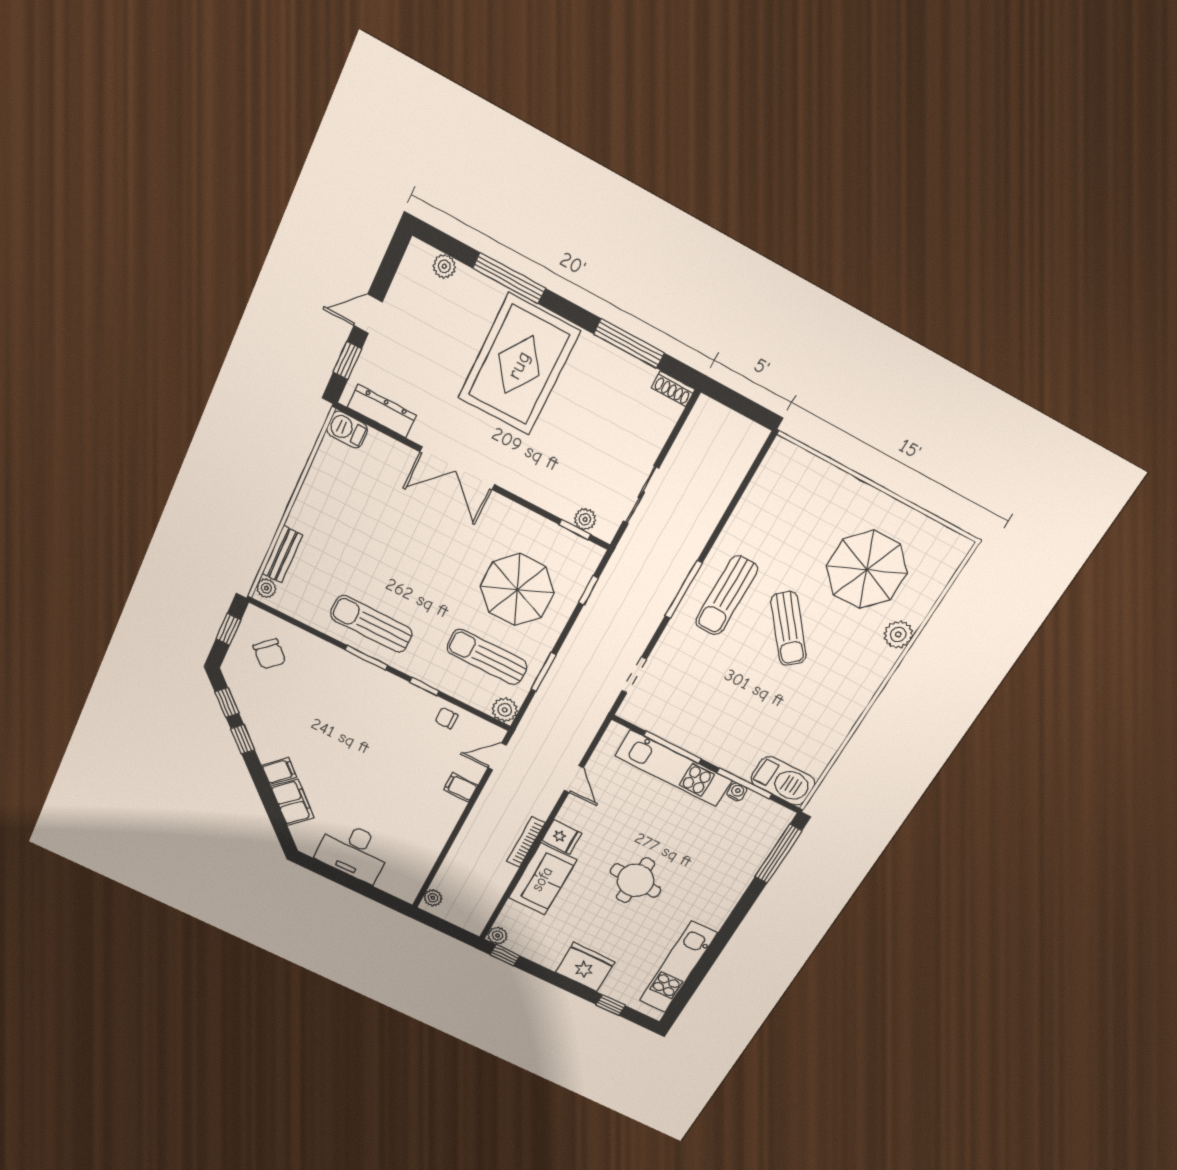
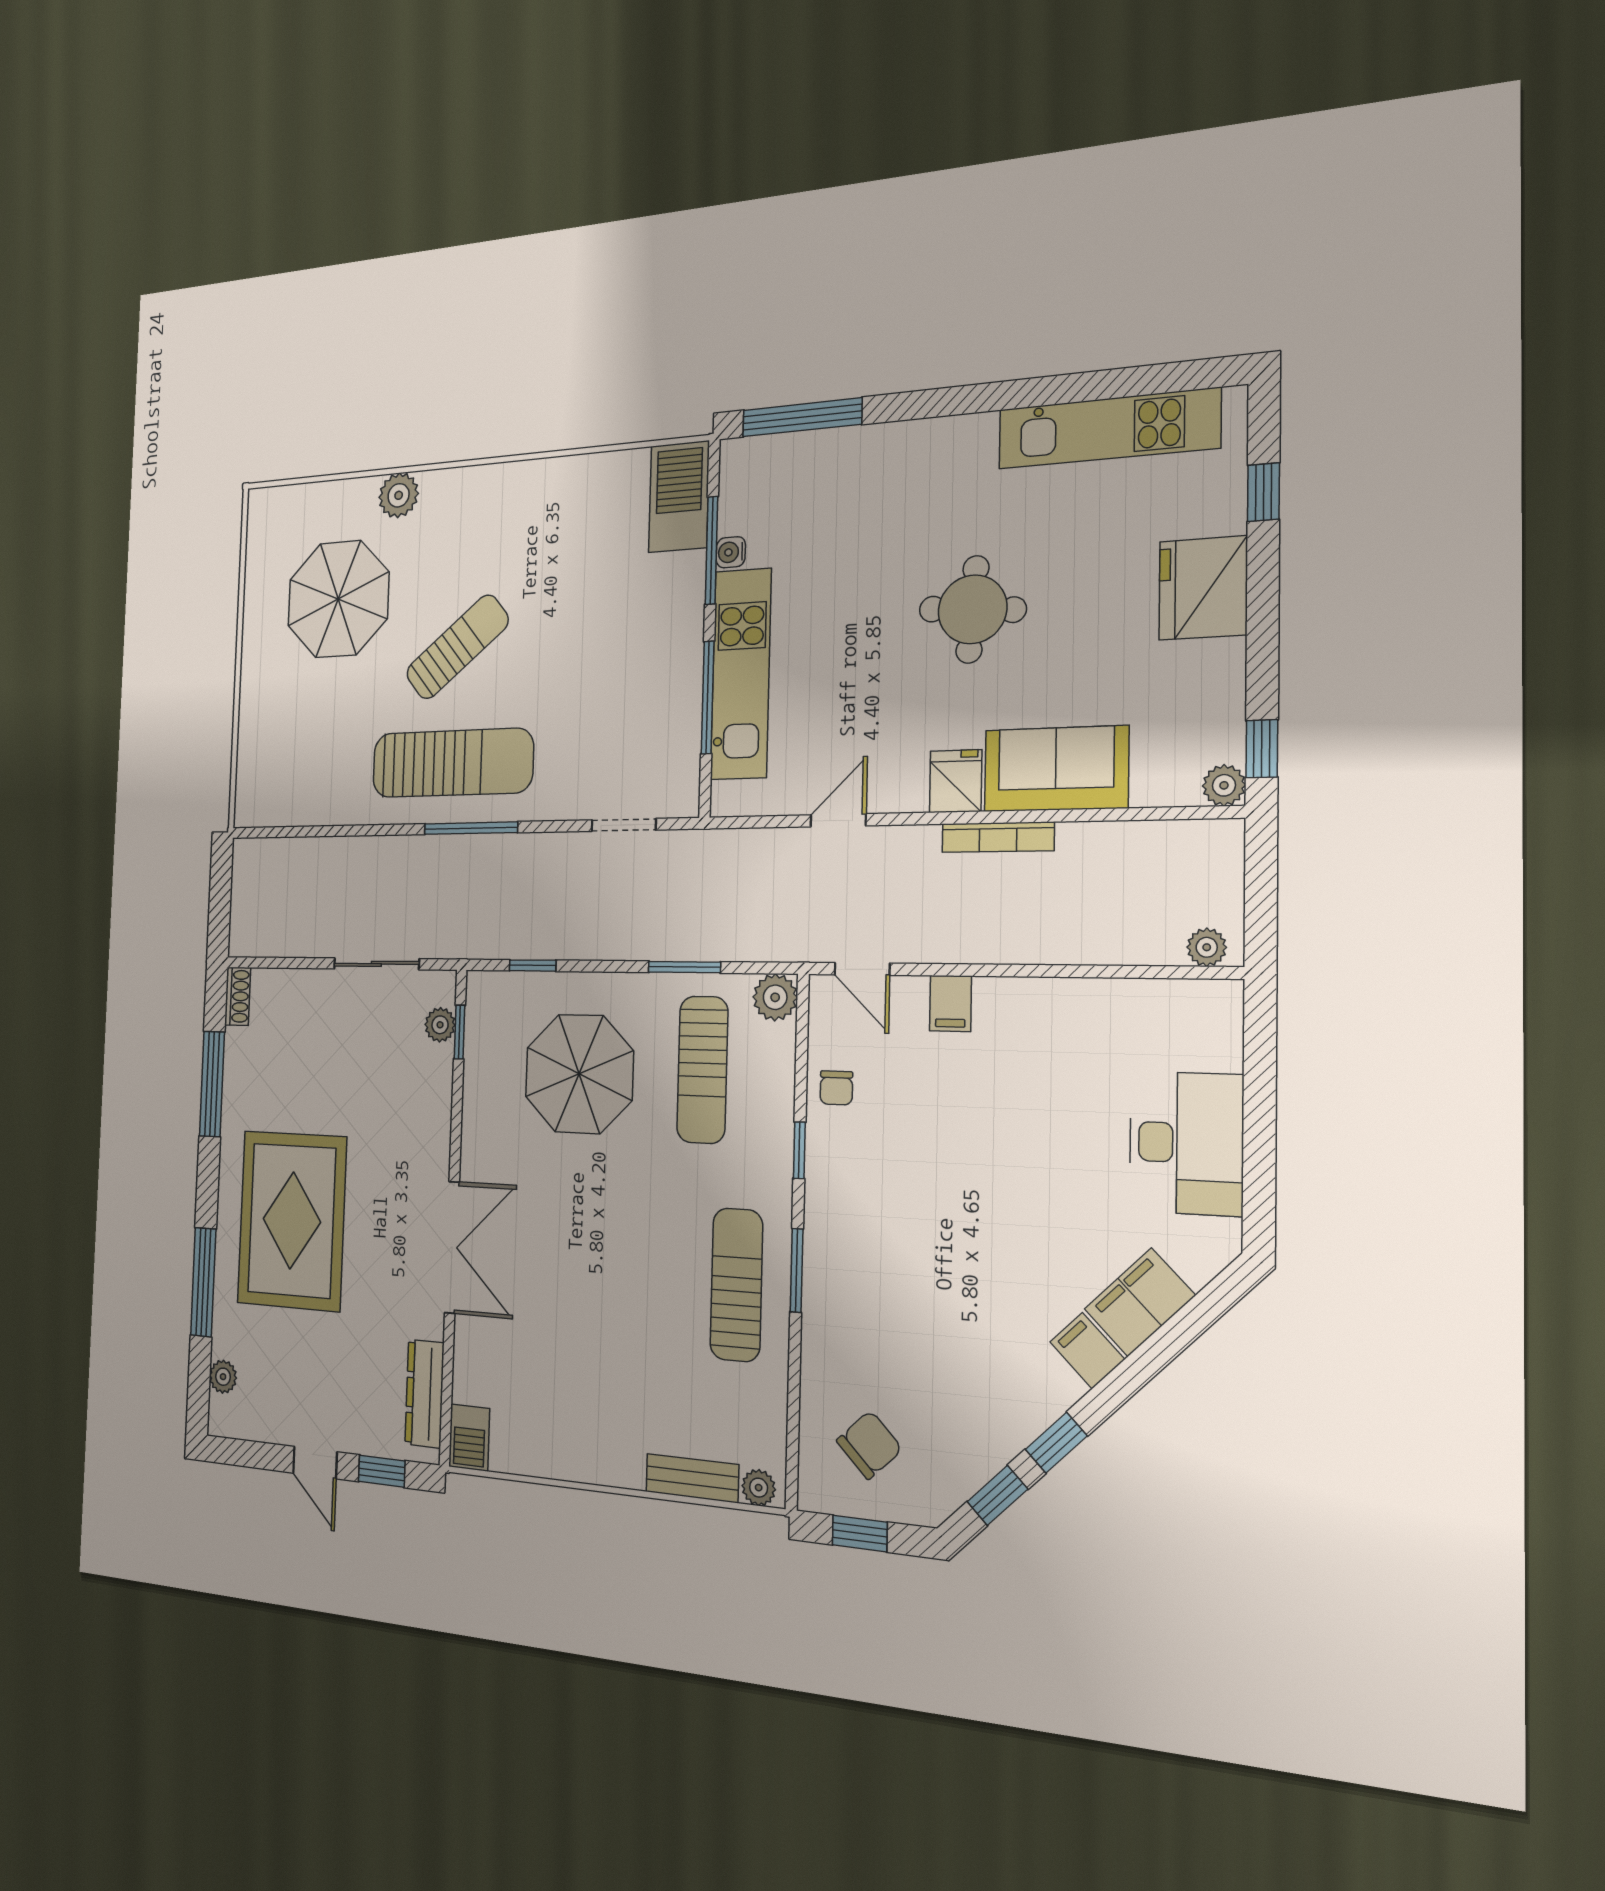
rug: (519, 365) -> (292, 1220), turned 90
sun lounger: (726, 595) -> (452, 763), width x1.36, depth x1.34
sun lounger: (371, 624) -> (736, 1285), turned 180

